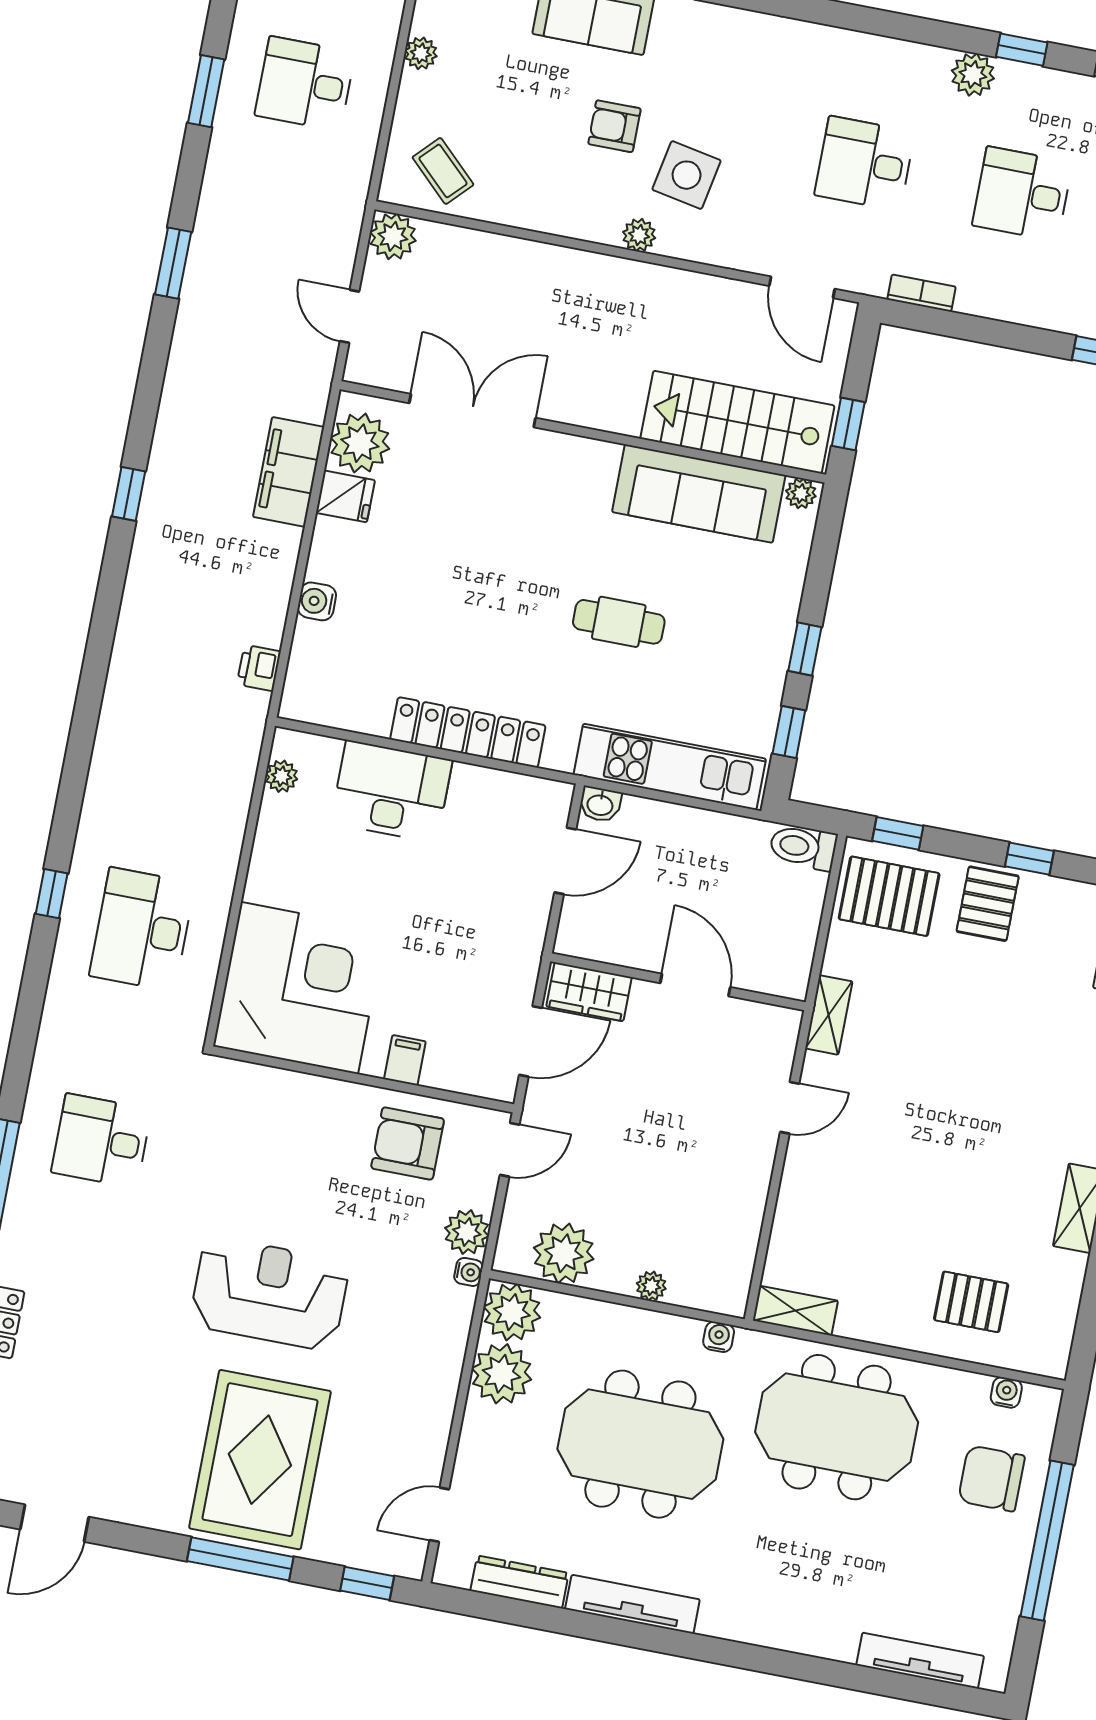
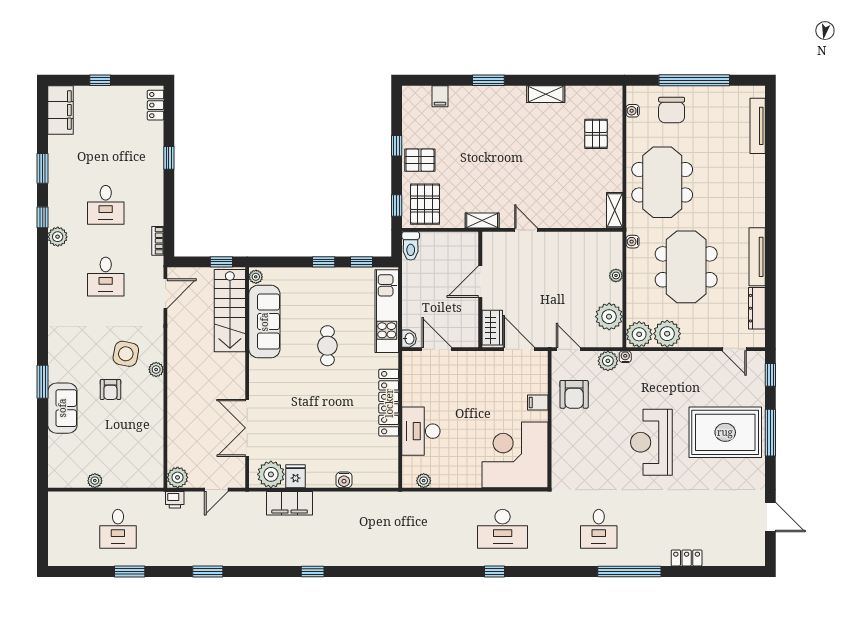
coffee table: (443, 171) -> (145, 461), removed
printer: (259, 668) -> (175, 500), moved

